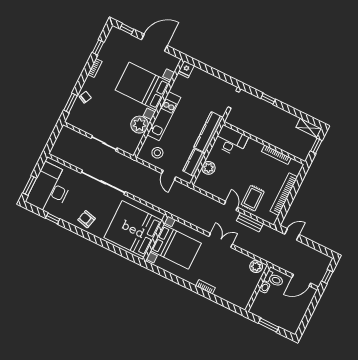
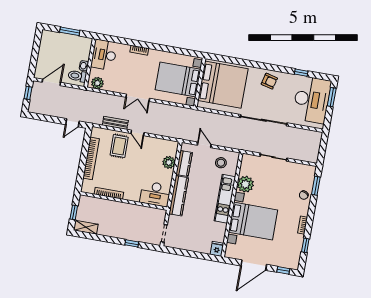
desk: (242, 292) -> (104, 55), added

